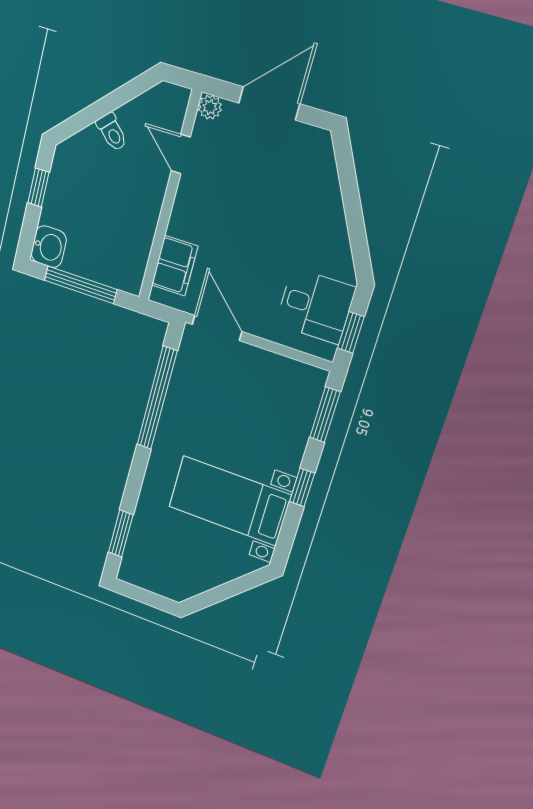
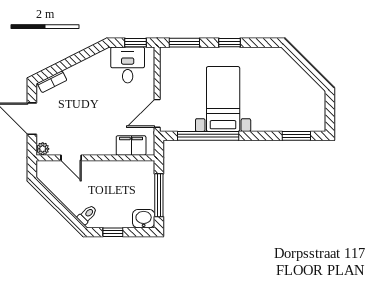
toilet: (112, 132) -> (87, 215), moved
door: (181, 154) -> (71, 158), hinge flipped
bookcase: (326, 161) -> (52, 82), added
bed with nightstands: (230, 501) -> (223, 99), moved, turned 180

